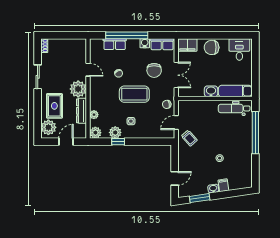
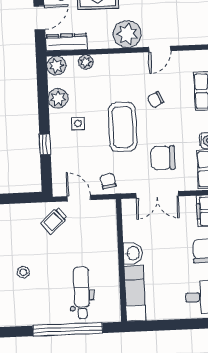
dental chair: (234, 108) -> (82, 293), moved
dresser: (82, 111) -> (67, 42), moved
door: (66, 142) -> (39, 18), hinge flipped
window: (118, 142) -> (45, 144), moved

